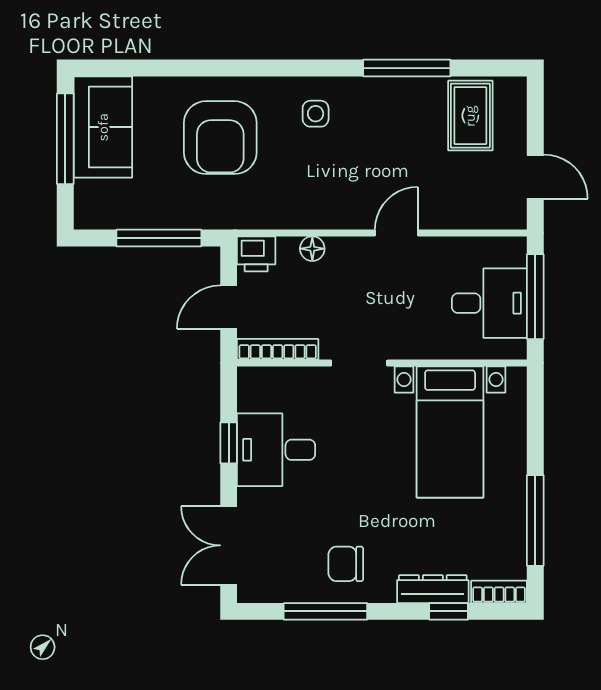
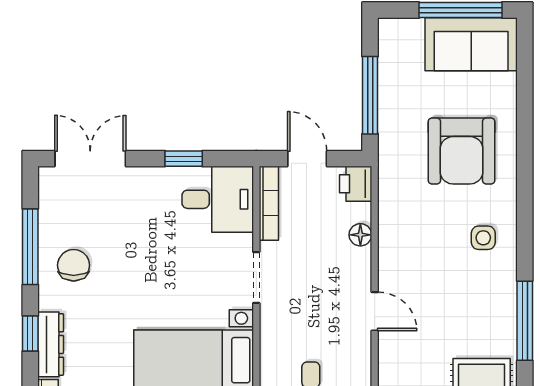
armchair: (220, 138) -> (461, 151), turned -90
desk: (276, 450) -> (218, 199), moved, turned 90
window: (449, 611) -> (30, 333), moved

